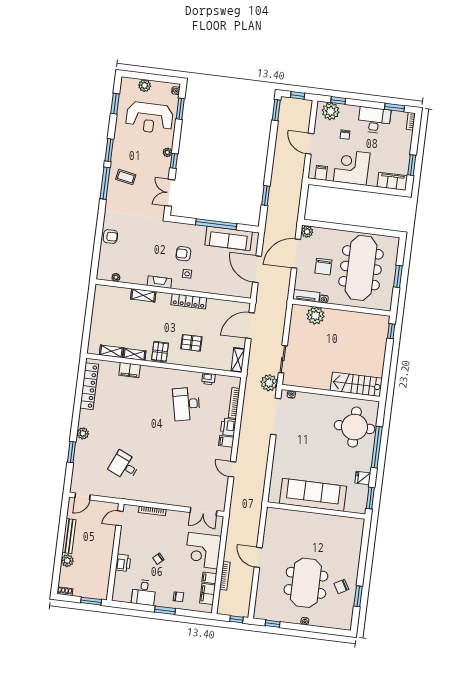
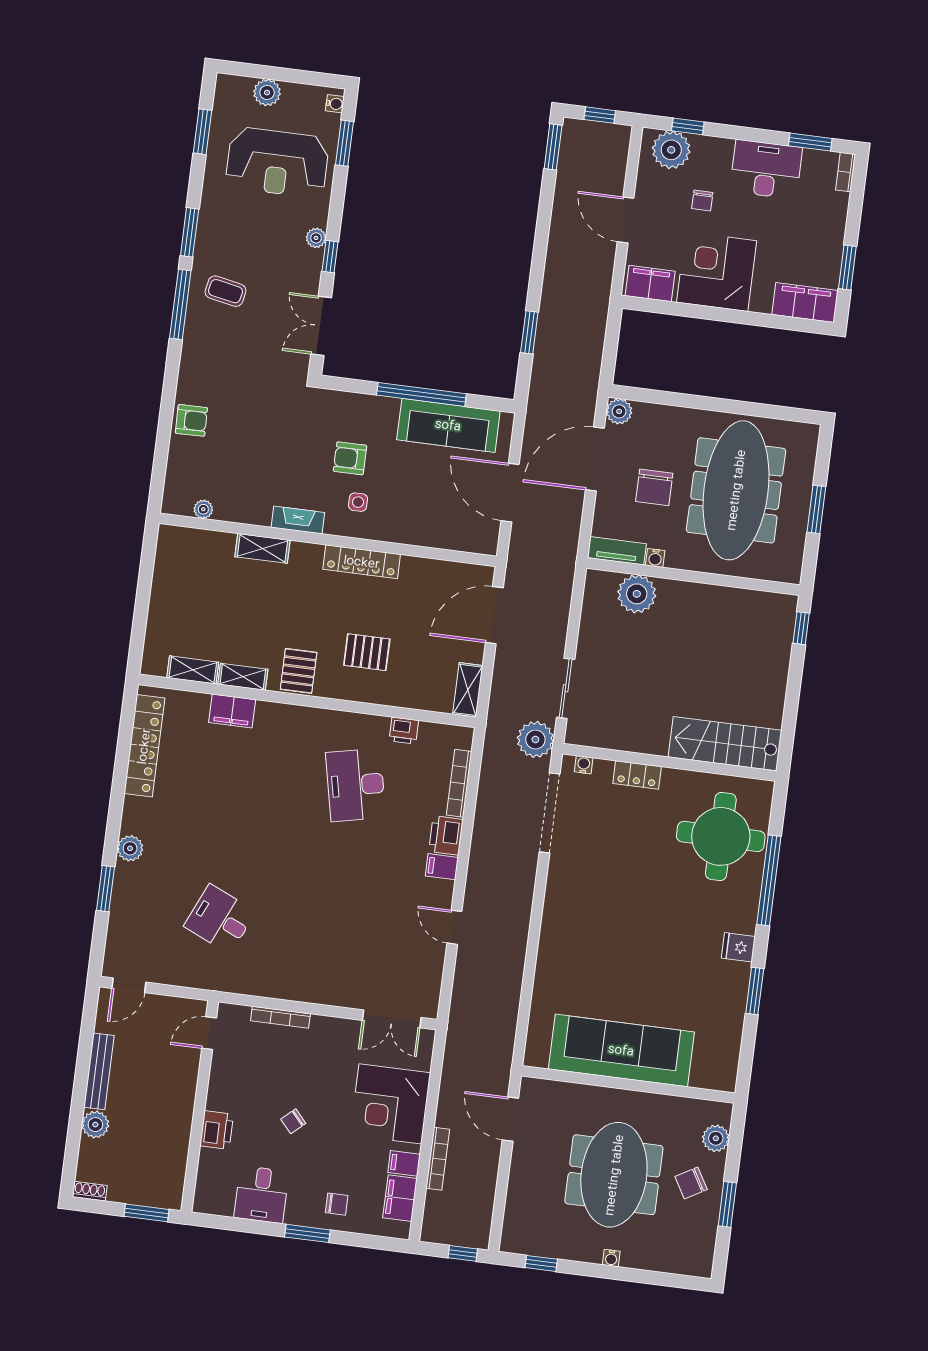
filing cabinet: (321, 173) -> (650, 283), width x2.00
locker: (316, 399) -> (637, 775), added
sofa: (313, 495) -> (621, 1050), moved
wall: (316, 510) -> (628, 1084), moved
plant: (353, 566) -> (716, 1138), added

